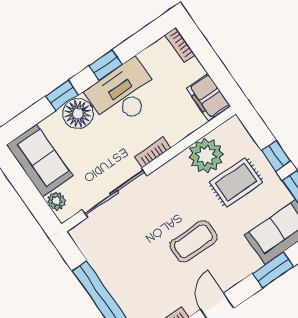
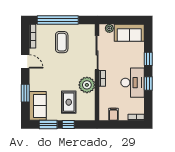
filing cabinet: (208, 97) -> (113, 114), width x0.50
floor lamp: (78, 114) -> (137, 60), removed
plant: (206, 156) -> (87, 85), moved
coffee table: (194, 241) -> (62, 42), moved

